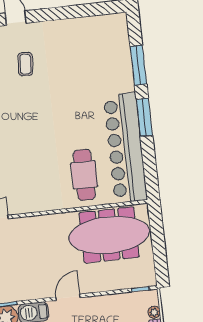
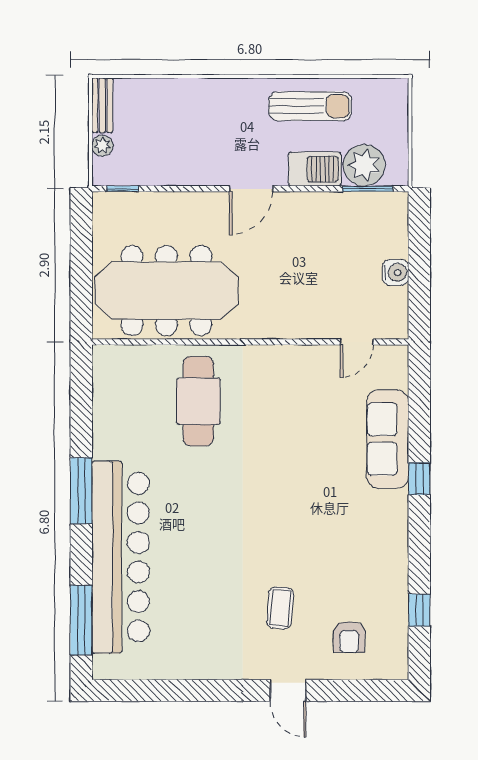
window: (138, 65) -> (81, 620), moved
bar counter: (125, 148) -> (121, 557), moved

